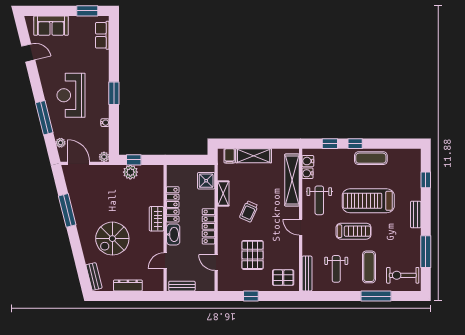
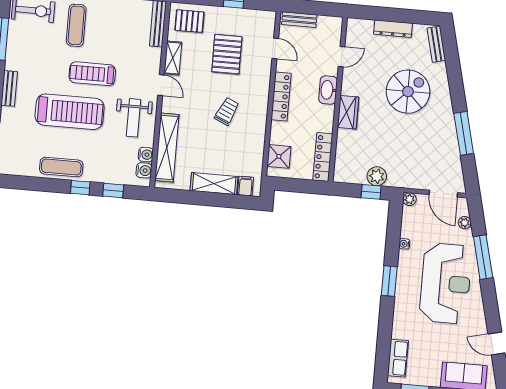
reception desk: (71, 95) -> (446, 283), width x1.36, depth x1.30
shelving: (223, 193) -> (173, 58), moved
weight bench: (319, 200) -> (133, 118), turned 180
locker: (173, 204) -> (323, 157), moved
weight bench: (336, 269) -> (119, 26), removed
bench: (182, 286) -> (299, 20), moved

